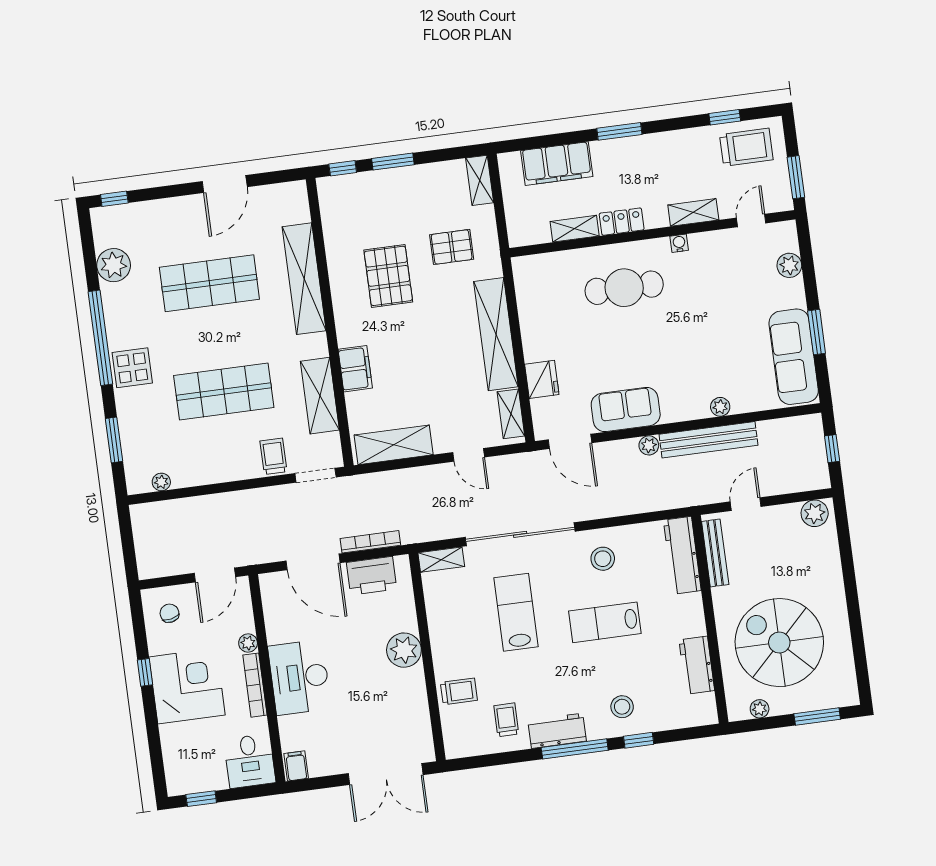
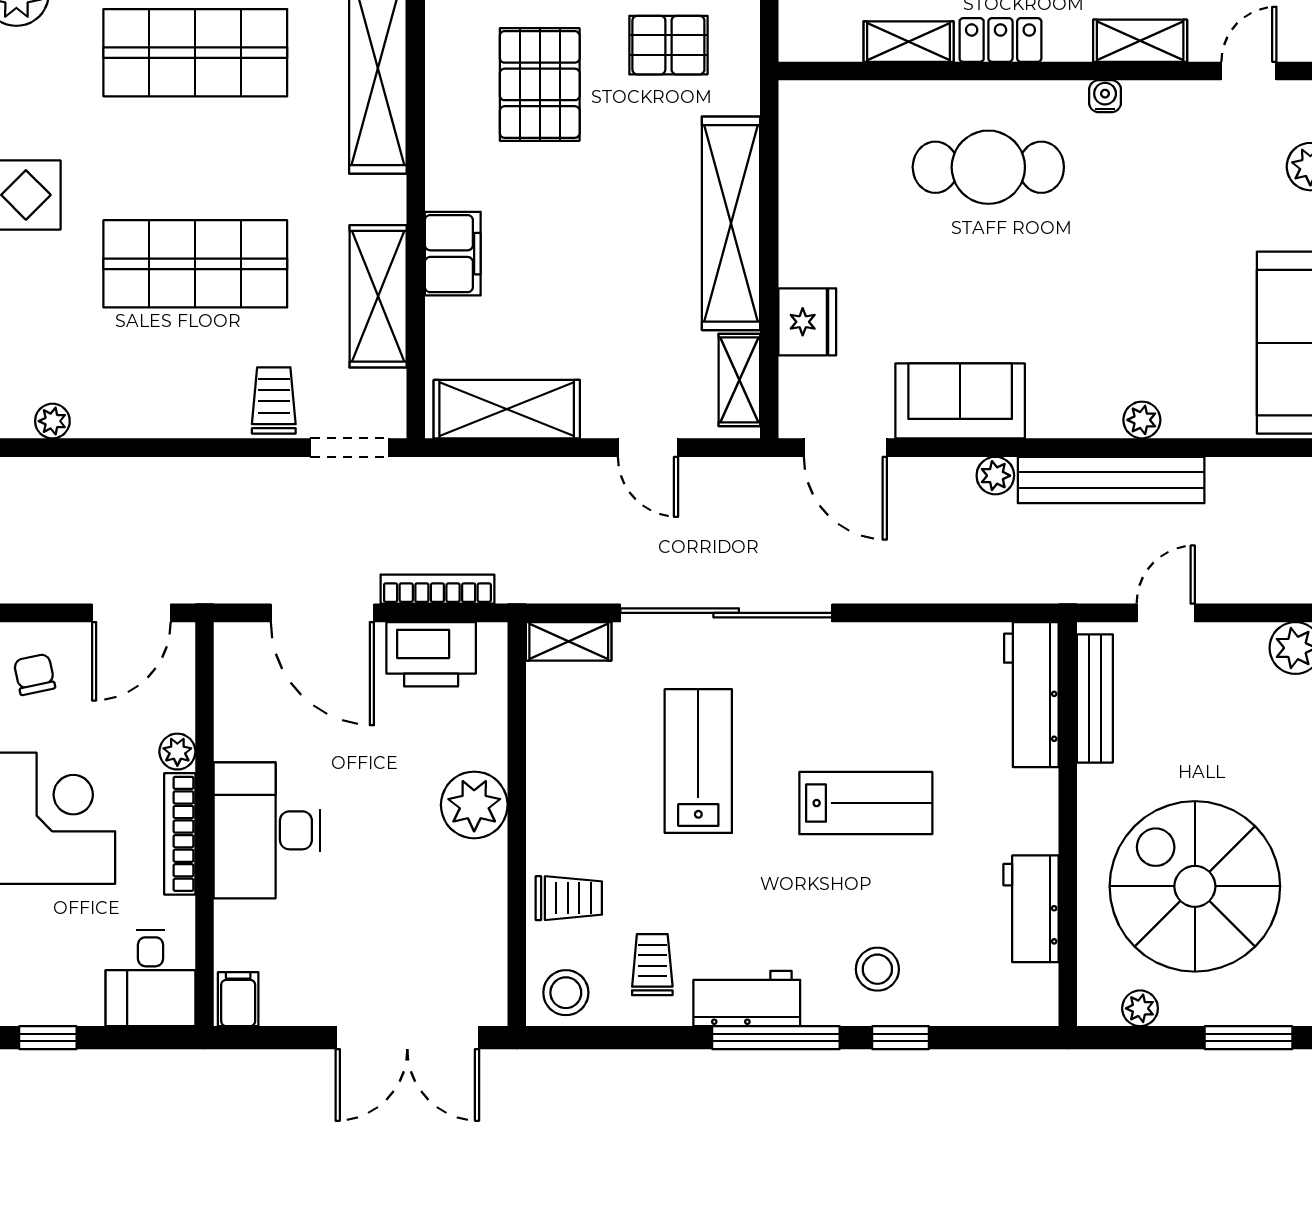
stool: (603, 559) -> (566, 993), moved
lab bench: (605, 622) -> (866, 803), turned 180

